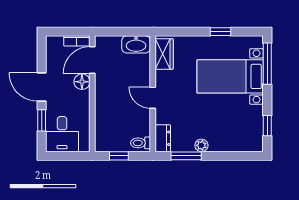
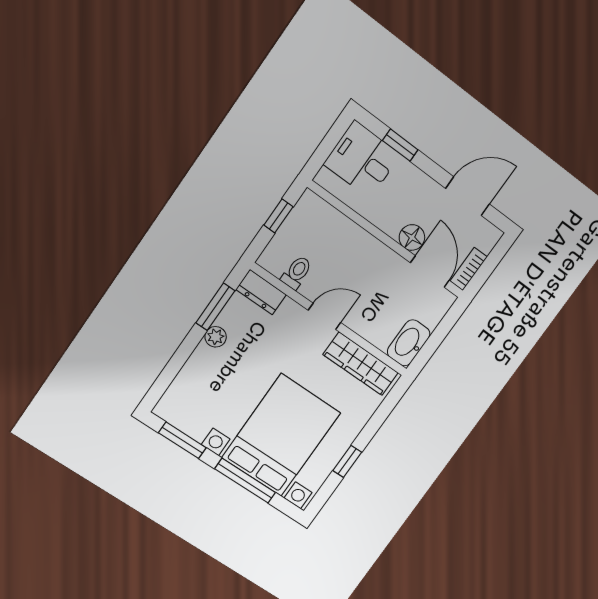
wardrobe: (164, 54) -> (361, 364), width x1.50
window: (267, 64) -> (245, 481), moved
bed with nightstands: (230, 76) -> (281, 435), width x1.36
door: (42, 87) -> (468, 196), moved
window: (267, 126) -> (182, 440), width x1.50
toilet: (141, 143) -> (297, 272), moved

